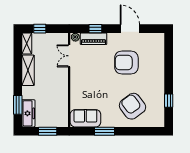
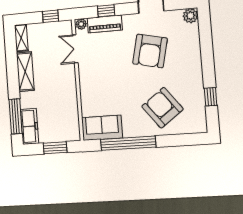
window: (40, 29) -> (50, 16), moved
plant: (159, 39) -> (190, 16), added
armchair: (126, 62) -> (150, 51), turned -77
window: (18, 105) -> (16, 116), width x1.44
window: (105, 131) -> (128, 143), width x2.11

